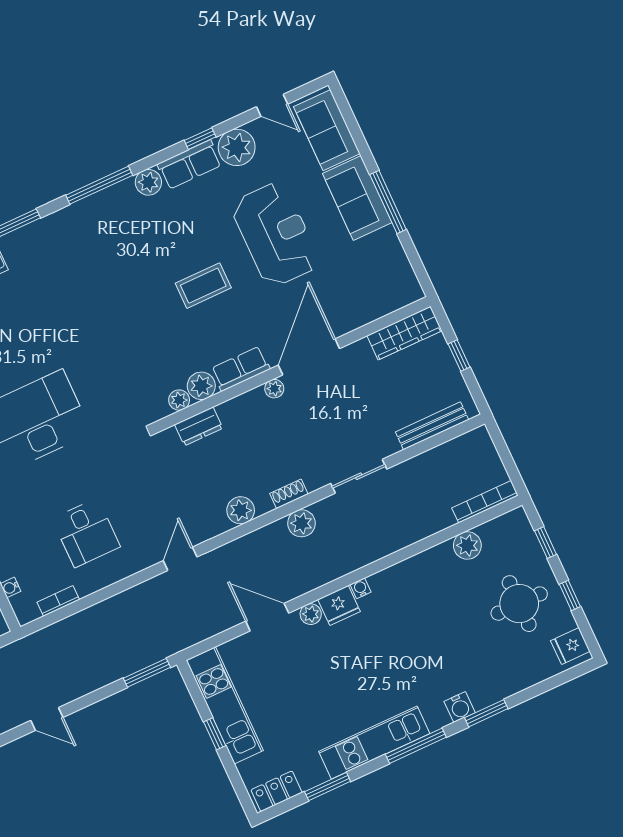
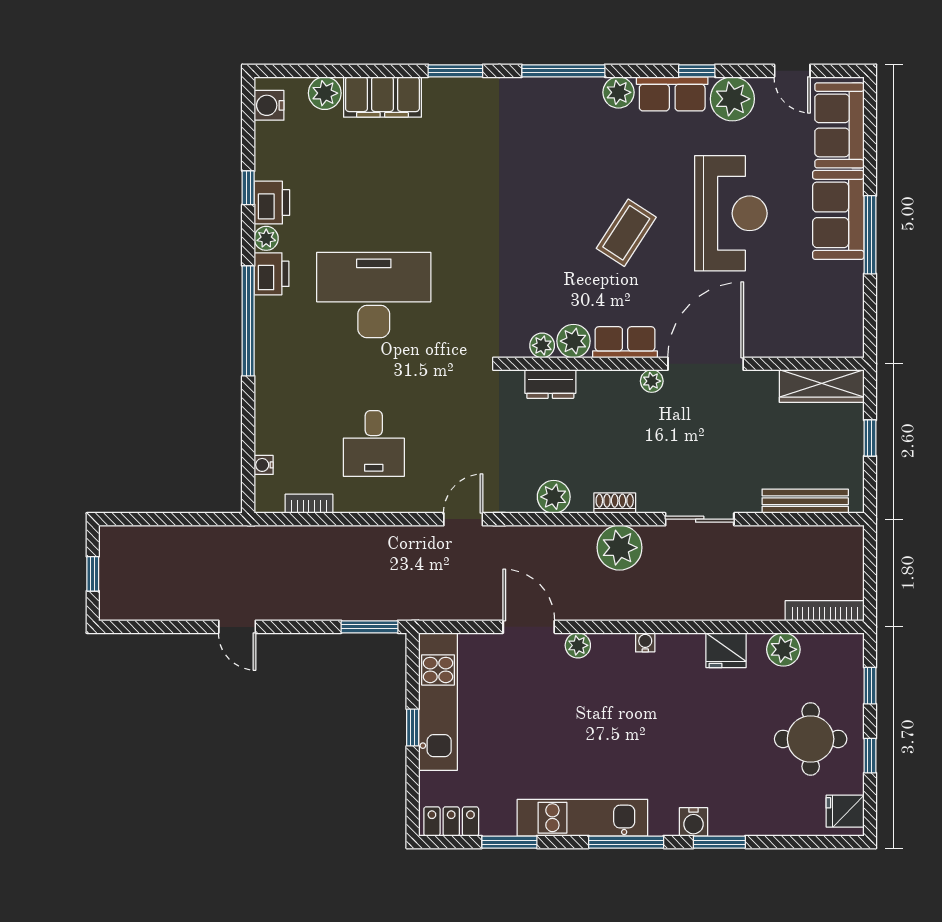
coffee table: (203, 286) -> (626, 233), turned -57
plant: (301, 523) -> (619, 548), width x1.36, depth x1.36
fridge: (339, 605) -> (726, 650), moved

